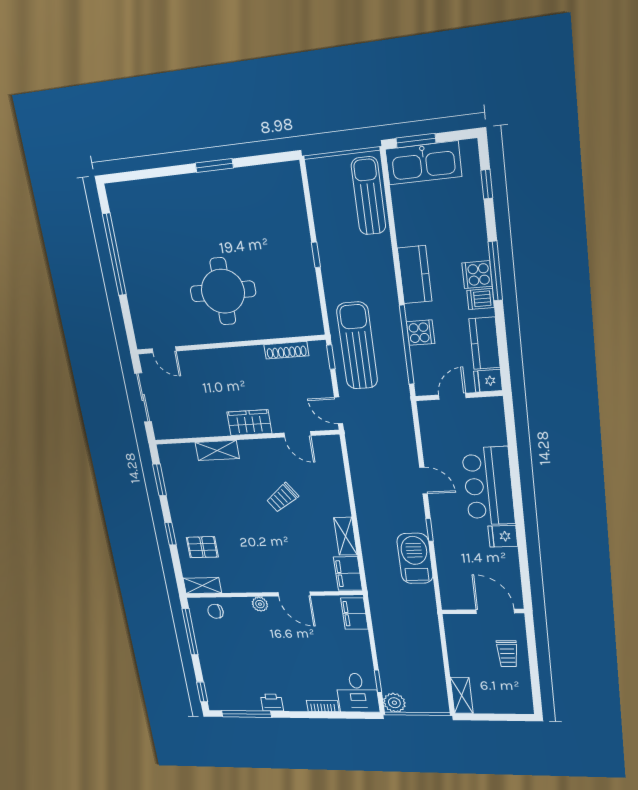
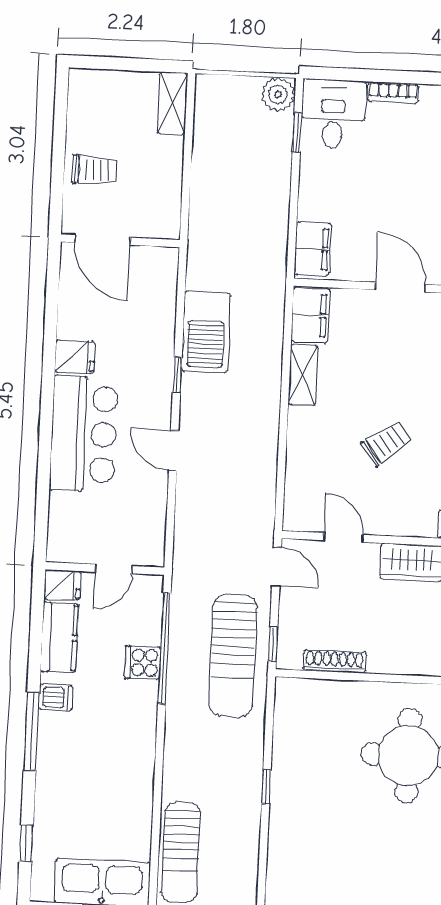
kitchen counter: (415, 275) -> (138, 741), removed
cooker: (477, 275) -> (56, 730), removed
trolley: (507, 654) -> (94, 170), turned 90

